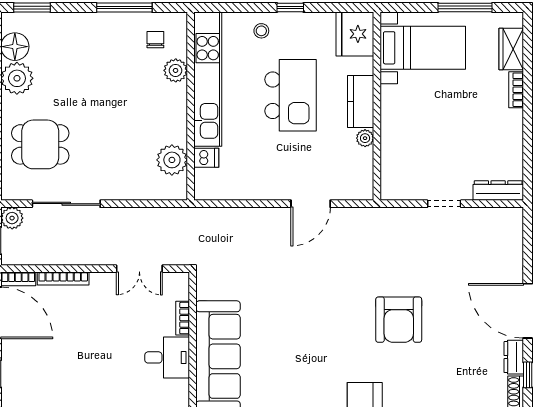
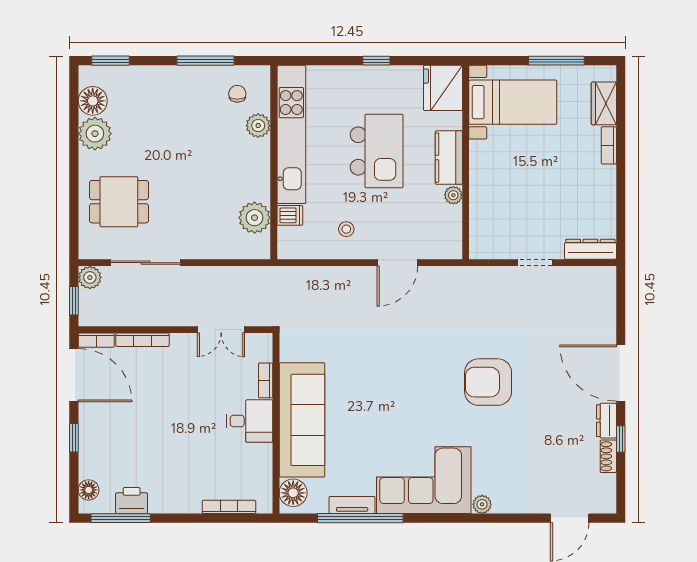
stool: (261, 31) -> (346, 229), moved
armchair: (399, 320) -> (488, 382), turned 90

